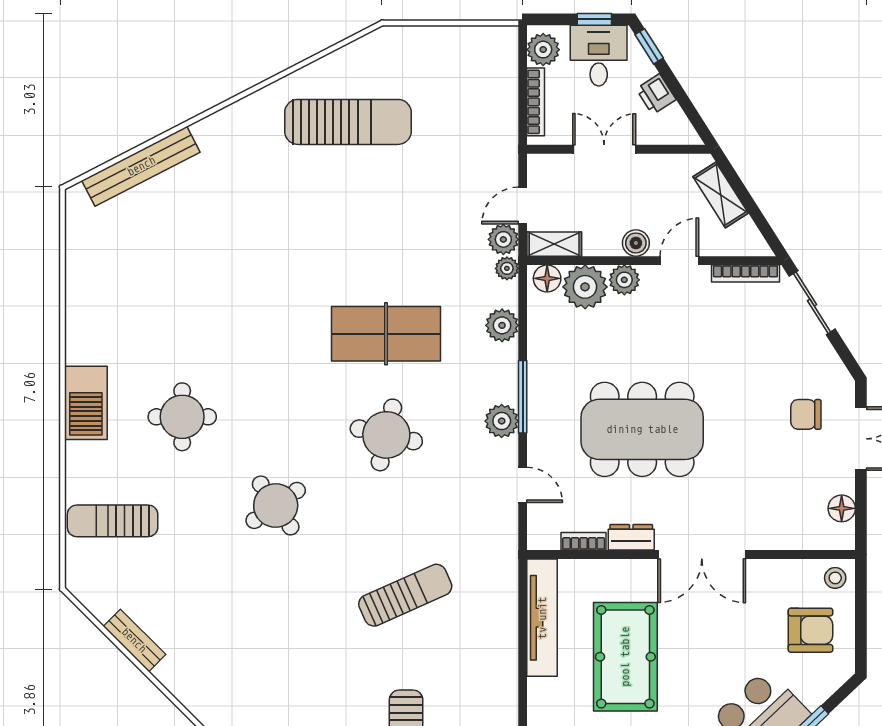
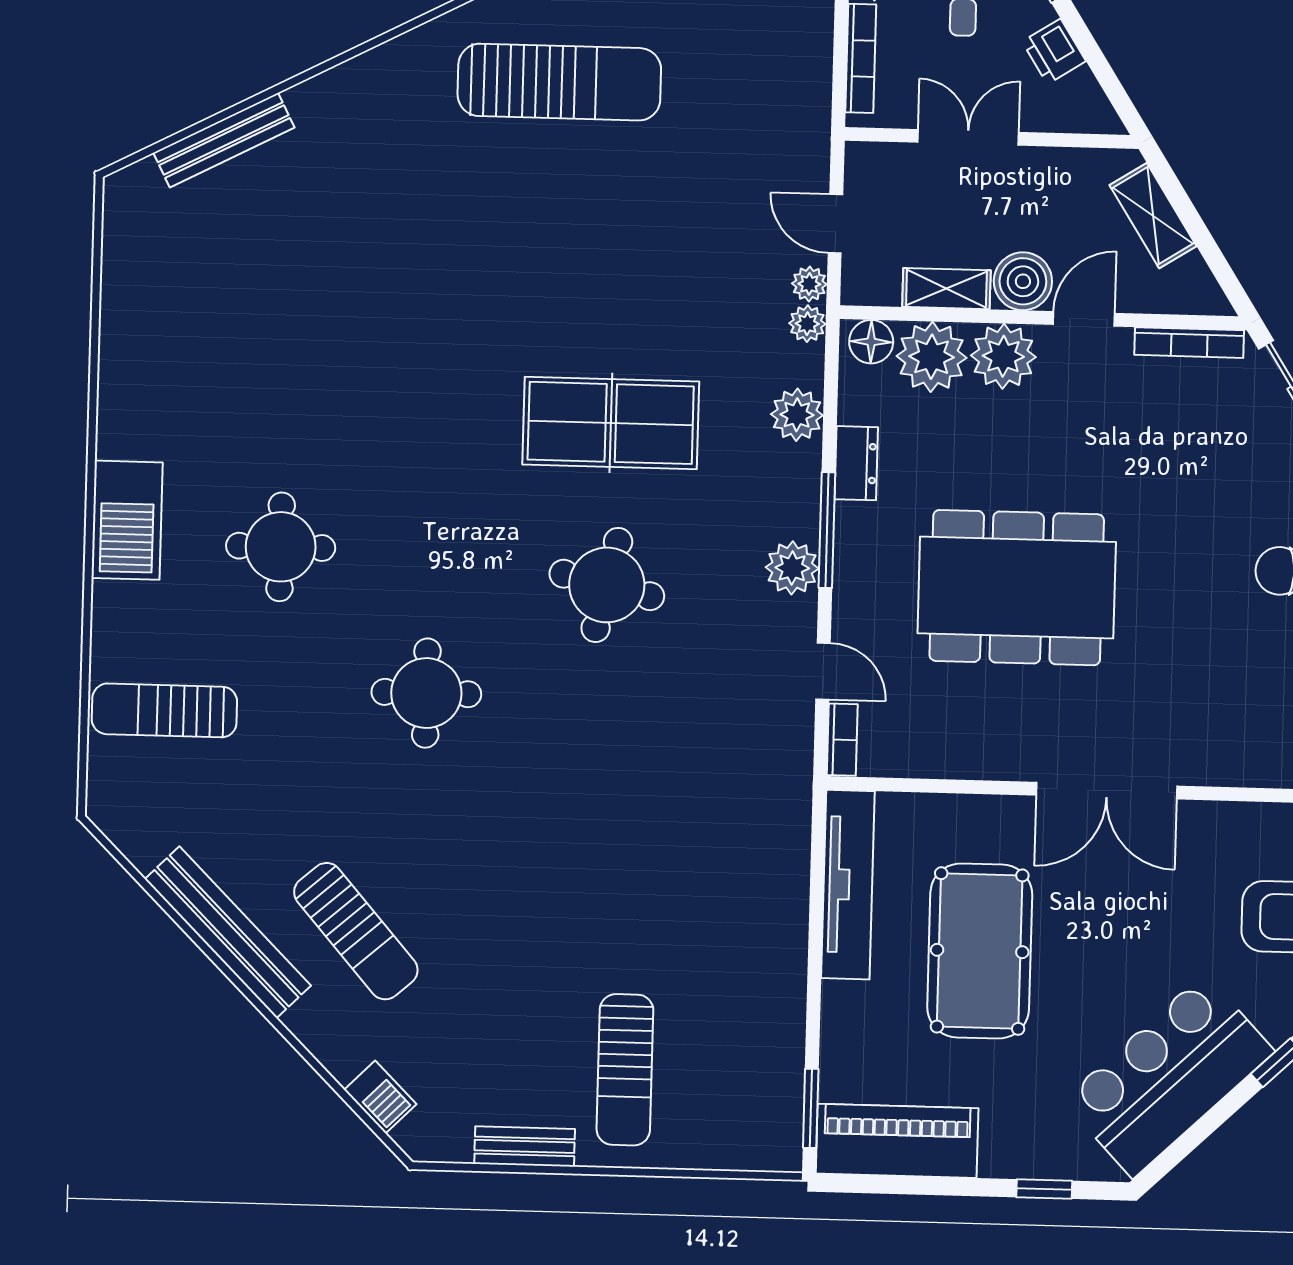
bench: (141, 166) -> (224, 140), width x0.73, depth x0.82
door: (523, 206) -> (835, 224), hinge flipped
plant: (503, 239) -> (809, 284), width x0.73, depth x0.73
boiler: (636, 243) -> (1023, 281), width x1.36, depth x1.36
shelving: (554, 244) -> (946, 289), moved
plant: (624, 280) -> (1003, 356), width x1.36, depth x1.36
round table: (276, 505) -> (426, 693), turned 35
dresser: (631, 537) -> (856, 463), moved, turned 90
bookcase: (584, 541) -> (842, 740), moved, turned 90
sun lounger: (405, 595) -> (356, 931), moved, turned 73
bench: (134, 640) -> (228, 932), width x1.86, depth x1.21

